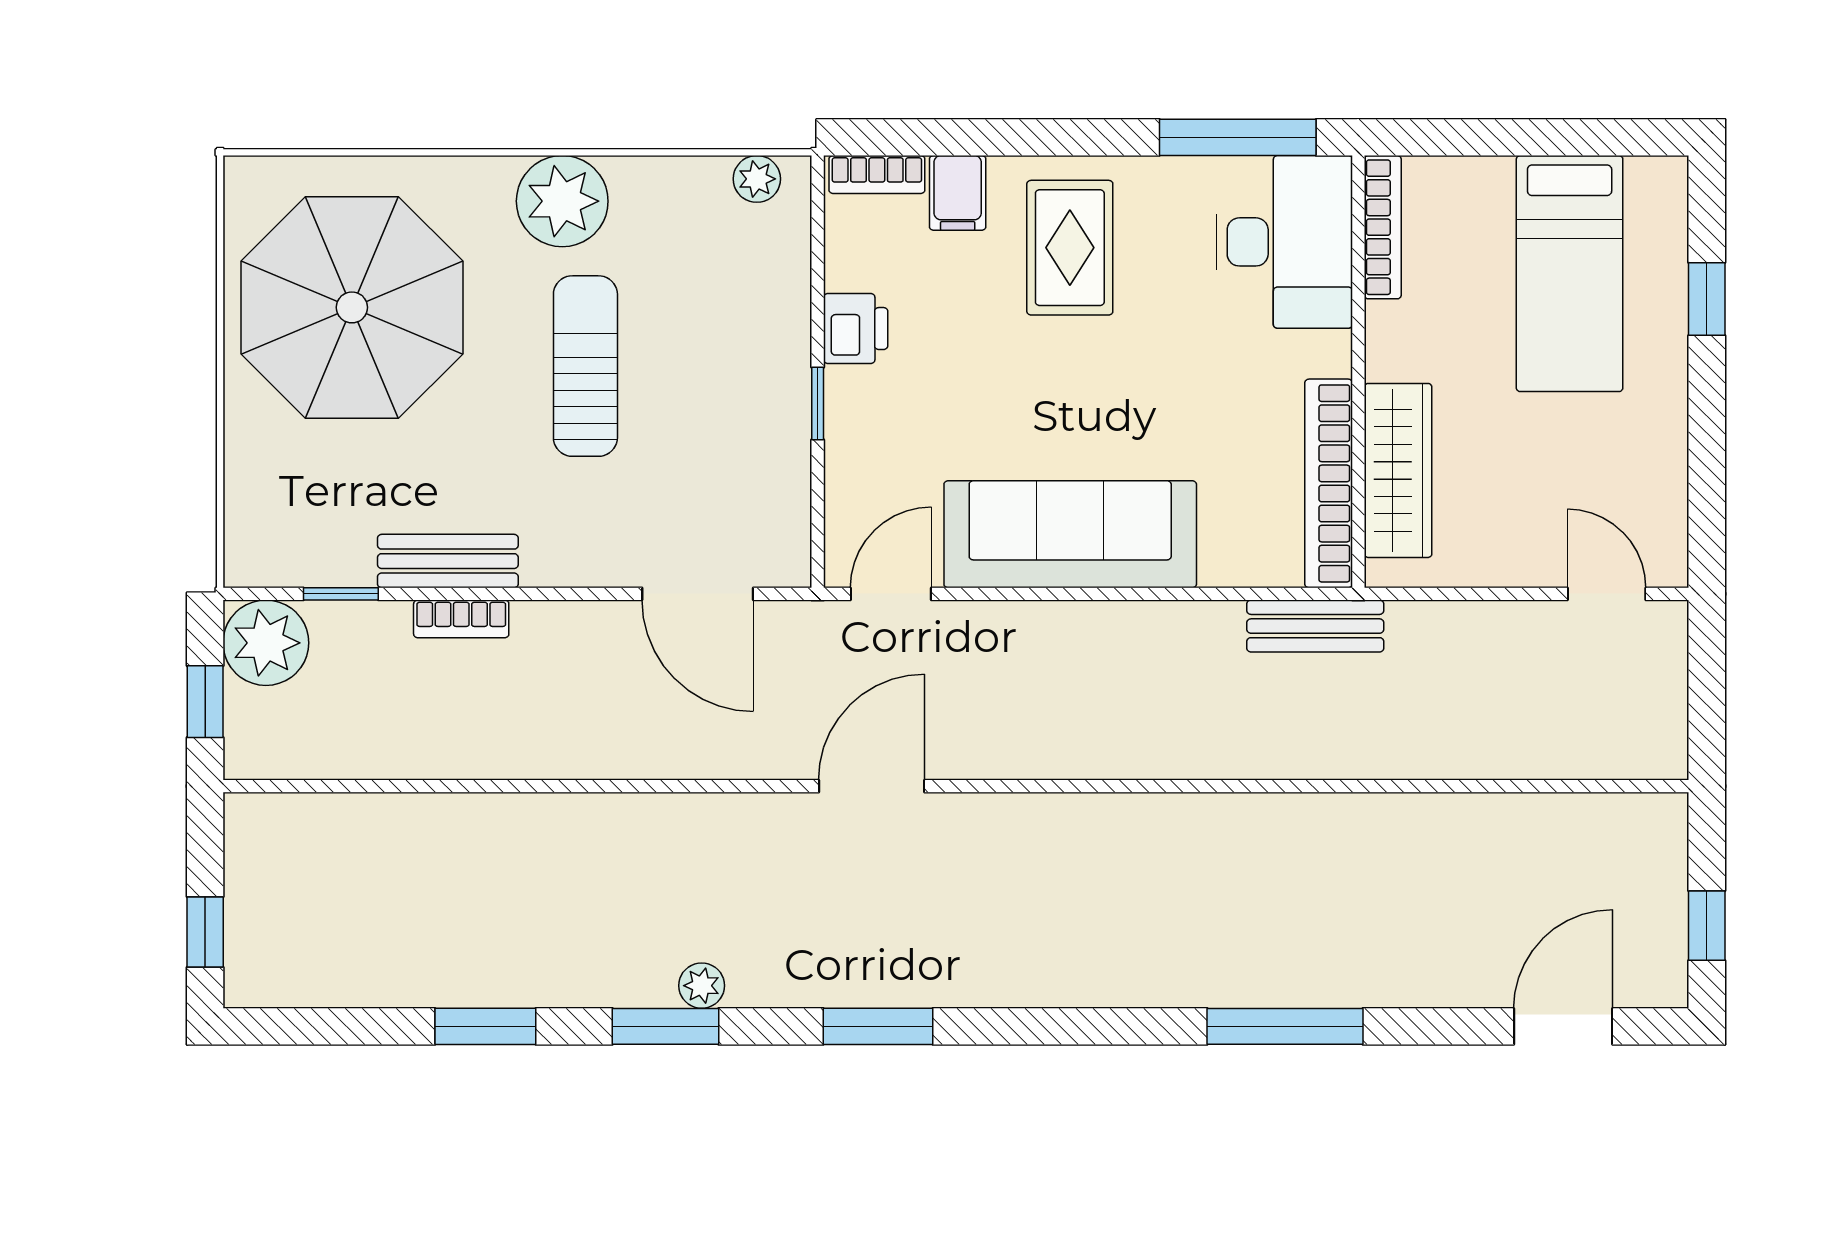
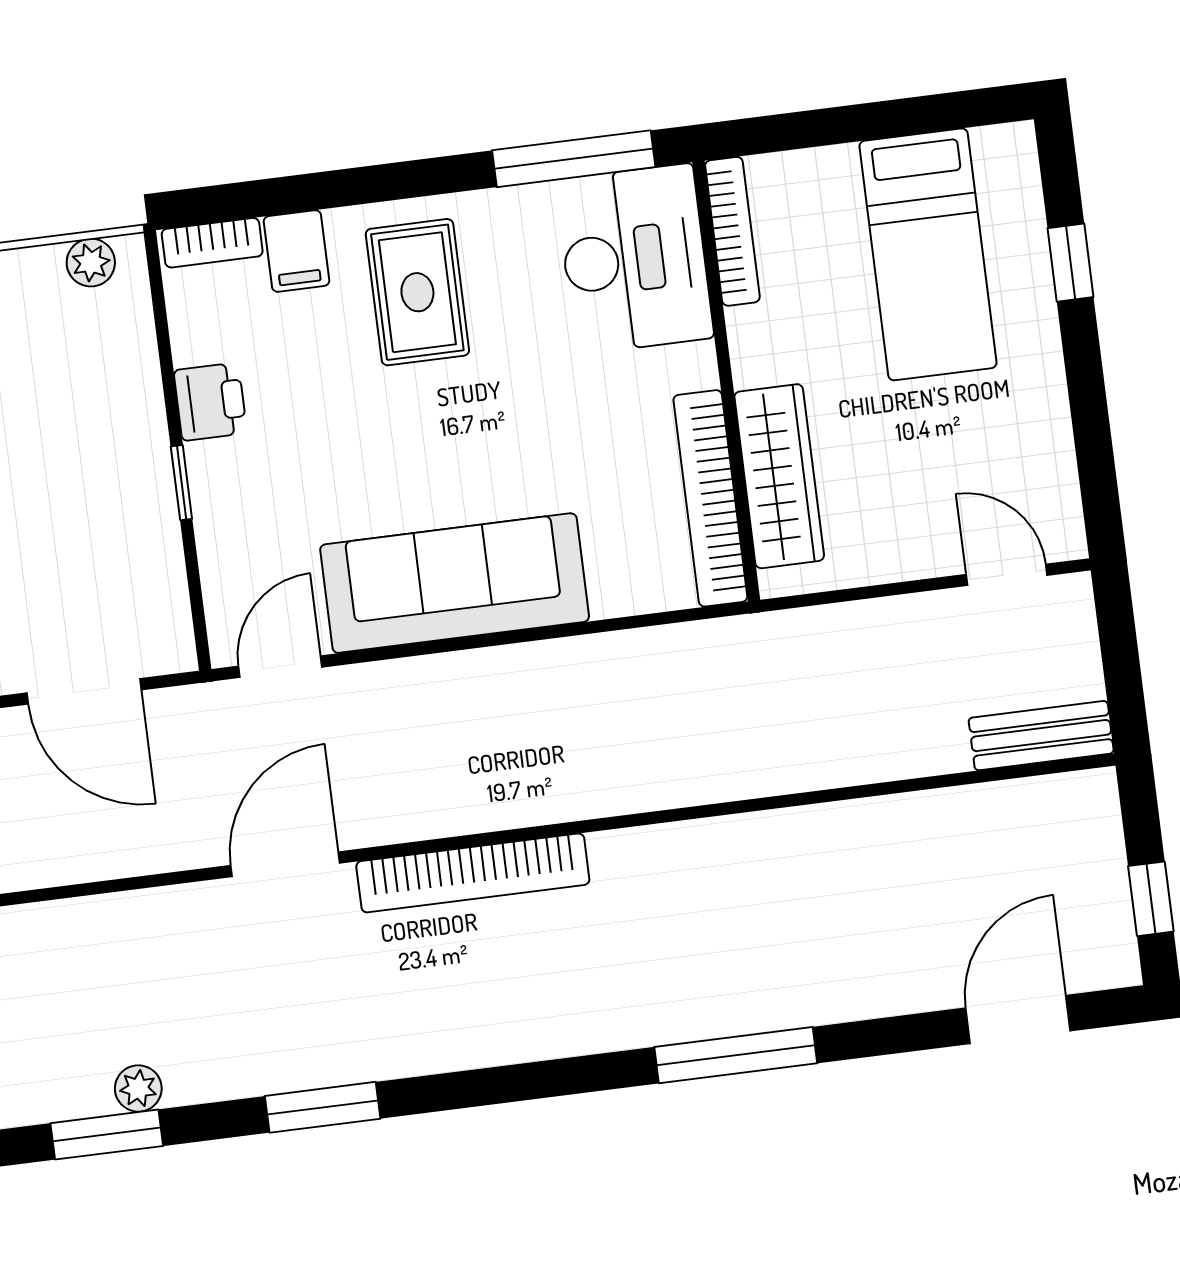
bench: (1315, 626) -> (1041, 736), moved
bookcase: (1052, 818) -> (473, 873), added

